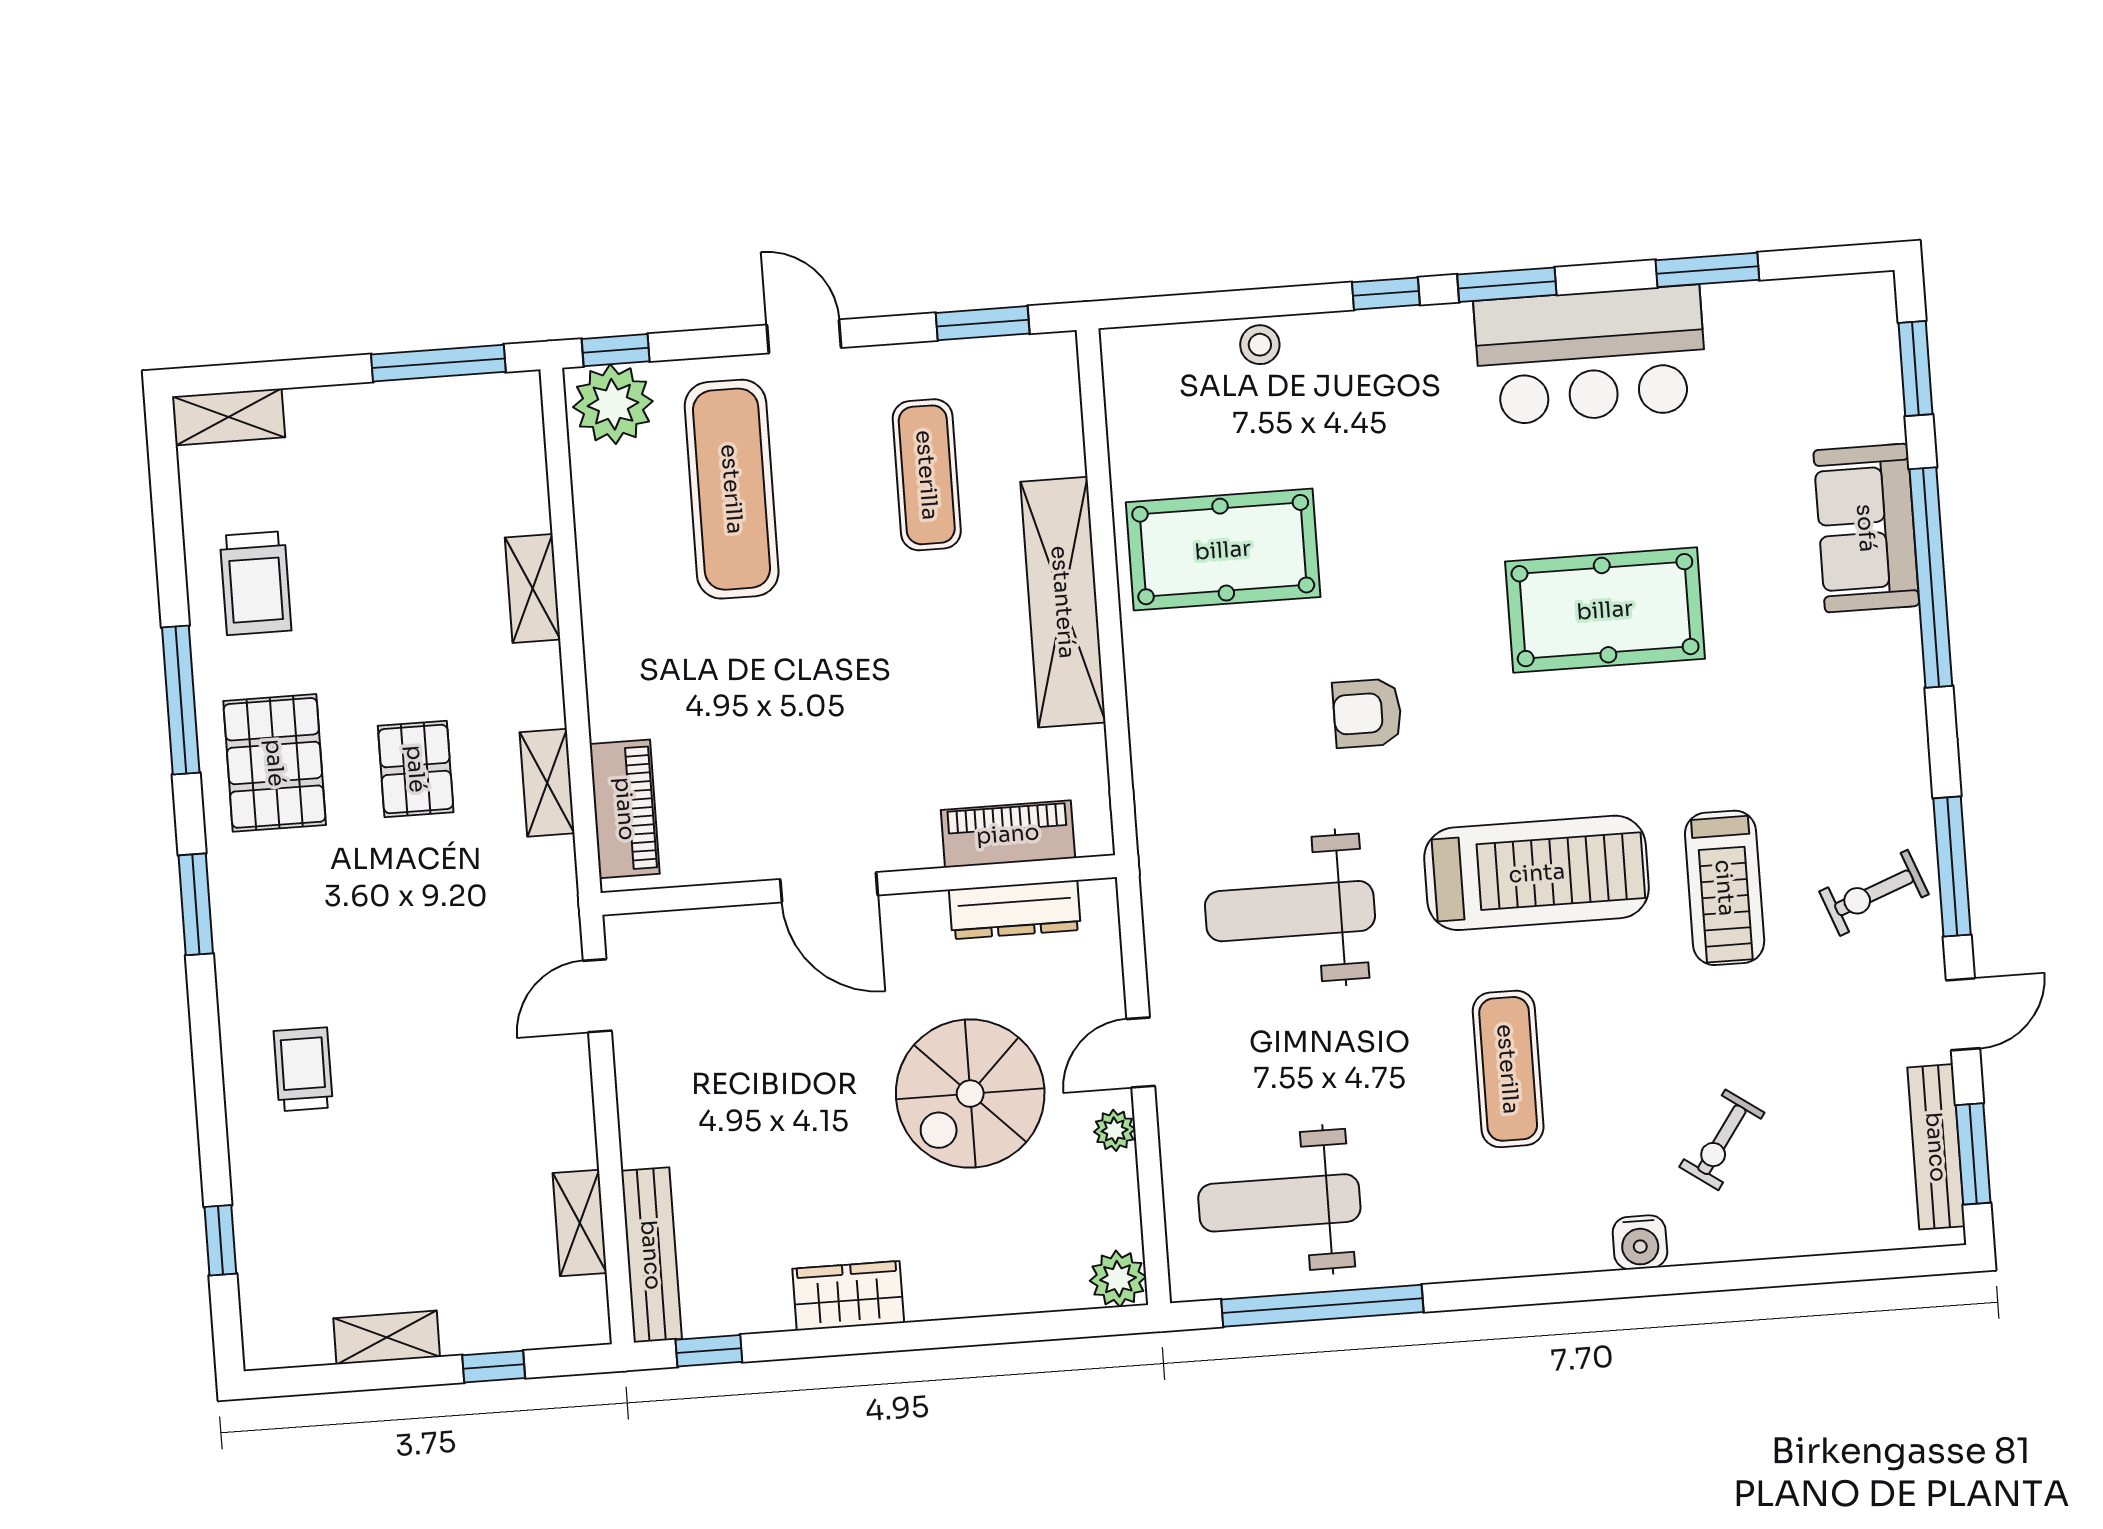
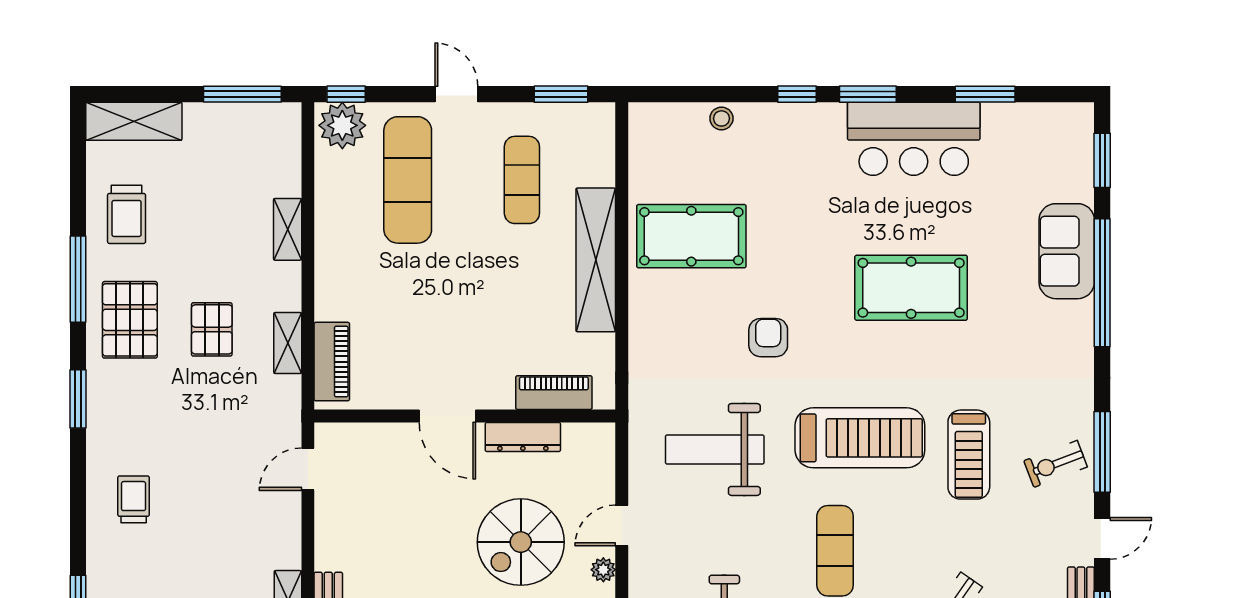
shelving: (229, 417) -> (134, 121), width x1.50, depth x1.33
armchair: (1367, 713) -> (768, 338), turned 90
dresser: (1015, 910) -> (523, 437), moved

